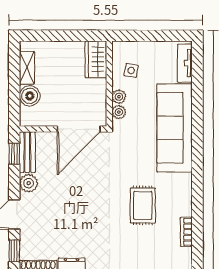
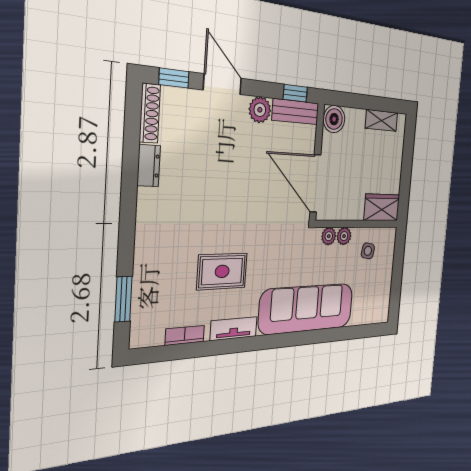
tv unit: (185, 63) -> (234, 329), moved
boiler: (30, 96) -> (334, 119), moved

